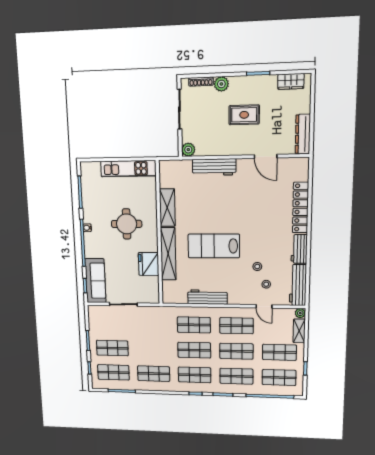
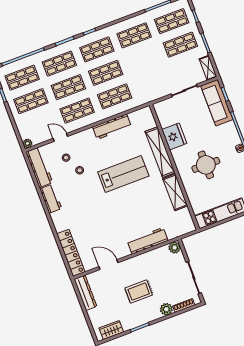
locker: (301, 208) -> (71, 253), moved
shelving: (299, 331) -> (208, 68), moved

